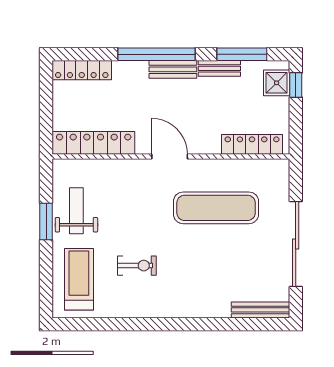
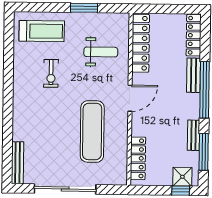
bench: (173, 69) -> (194, 75), moved
weight bench: (76, 211) -> (101, 52), moved

